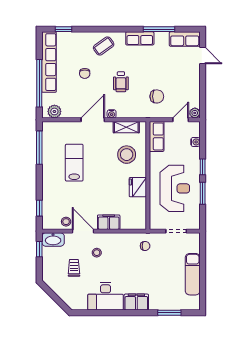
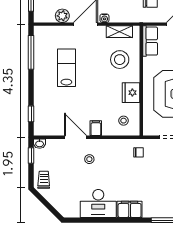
plant: (54, 111) -> (62, 16), moved
stool: (66, 222) -> (124, 121), moved
filing cabinet: (109, 222) -> (96, 128), width x0.50
washbasin: (53, 239) -> (40, 144), width x0.52, depth x0.69
trolley: (74, 268) -> (44, 180), moved

